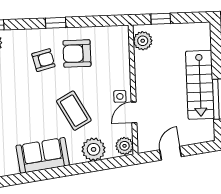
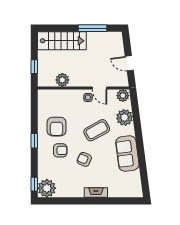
plant: (143, 41) -> (62, 80), moved
armchair: (43, 60) -> (60, 150), turned 104
stairs: (200, 85) -> (62, 41), moved
armchair: (32, 95) -> (84, 159), added

